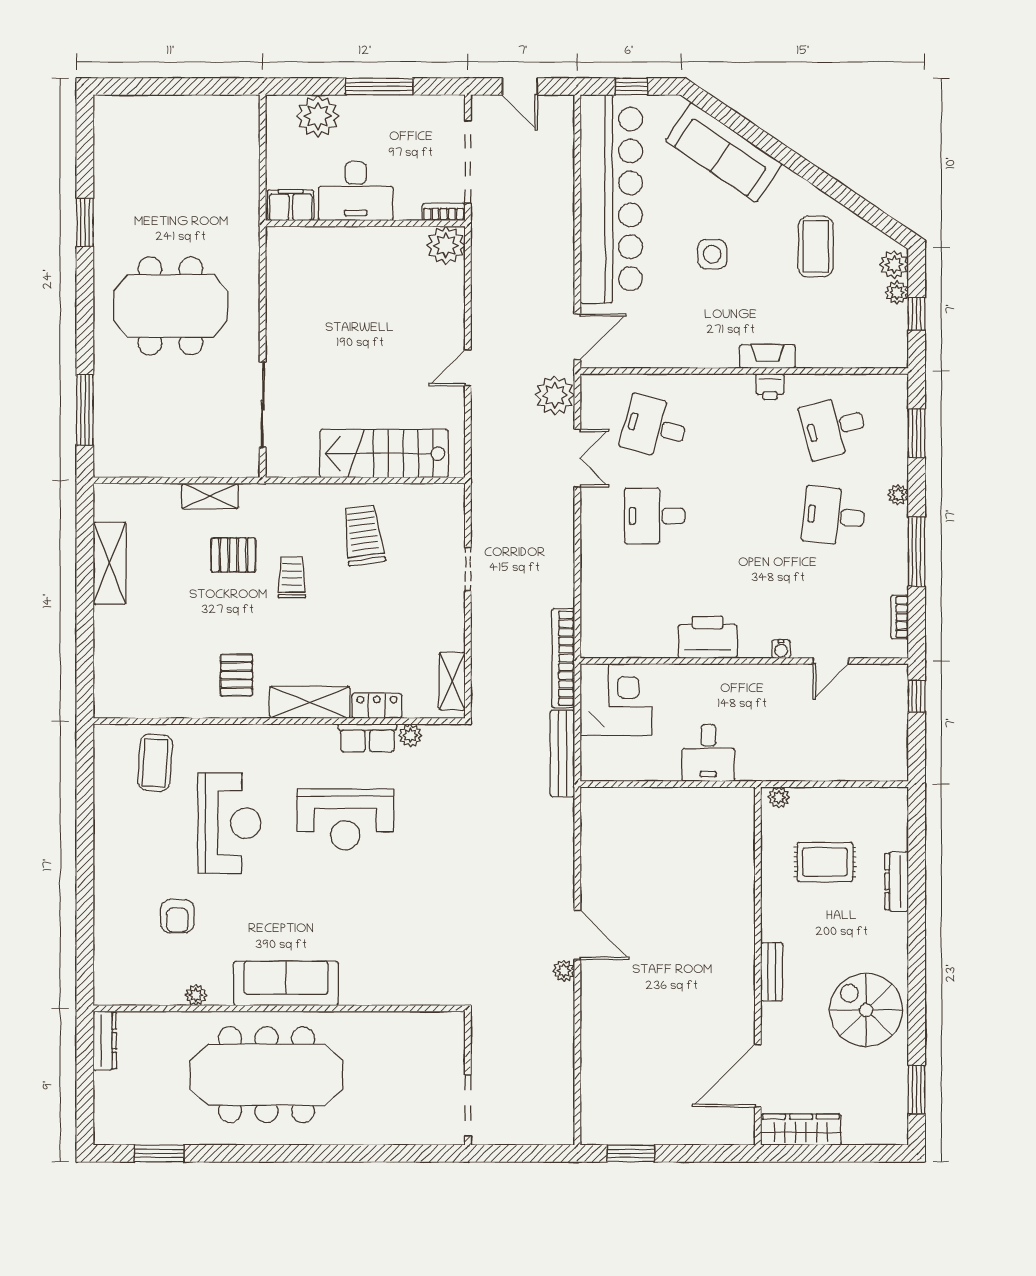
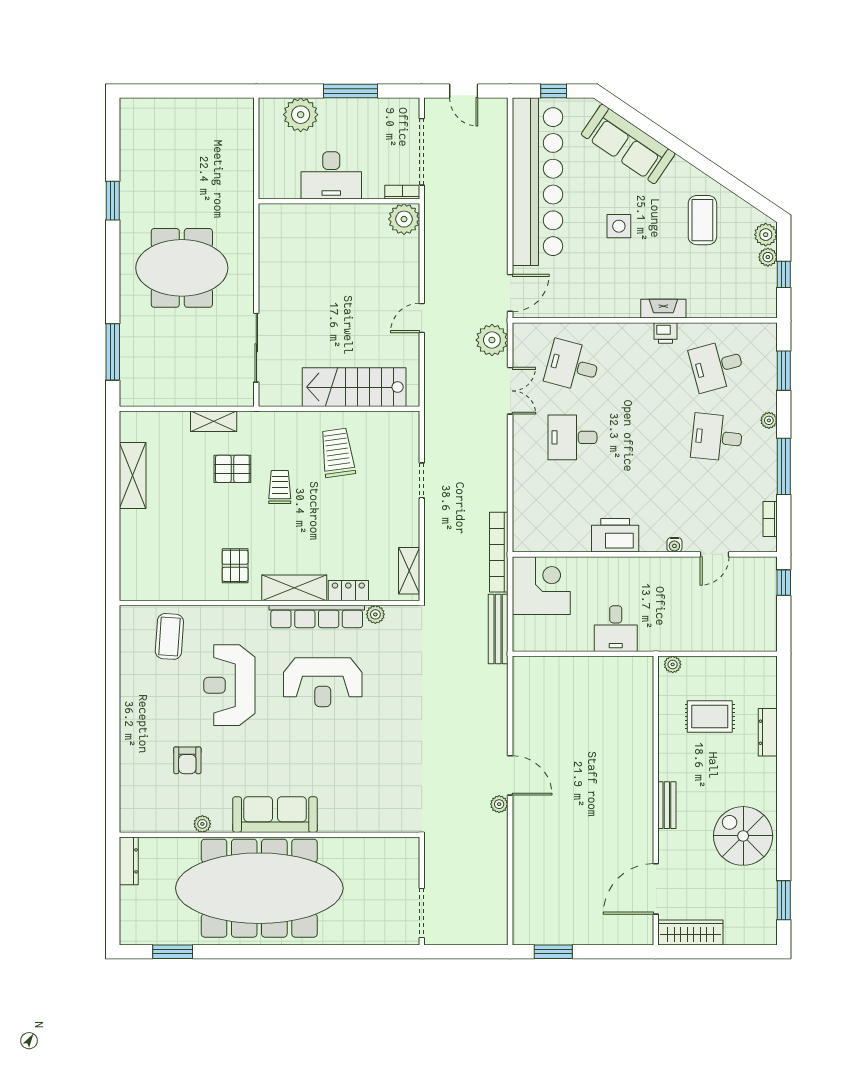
filing cabinet: (291, 205) -> (279, 187), removed
row of seats: (367, 738) -> (317, 616), width x2.02
reception desk: (229, 823) -> (229, 685), turned 180
meeting table: (266, 1075) -> (259, 888), width x1.36, depth x1.27

